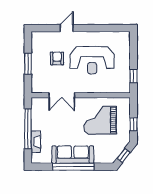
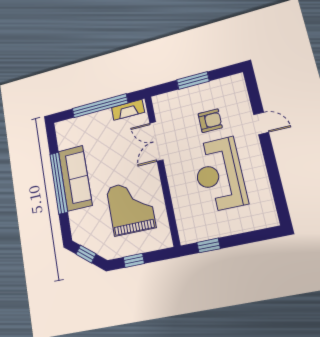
fireplace: (36, 142) -> (128, 110), moved

